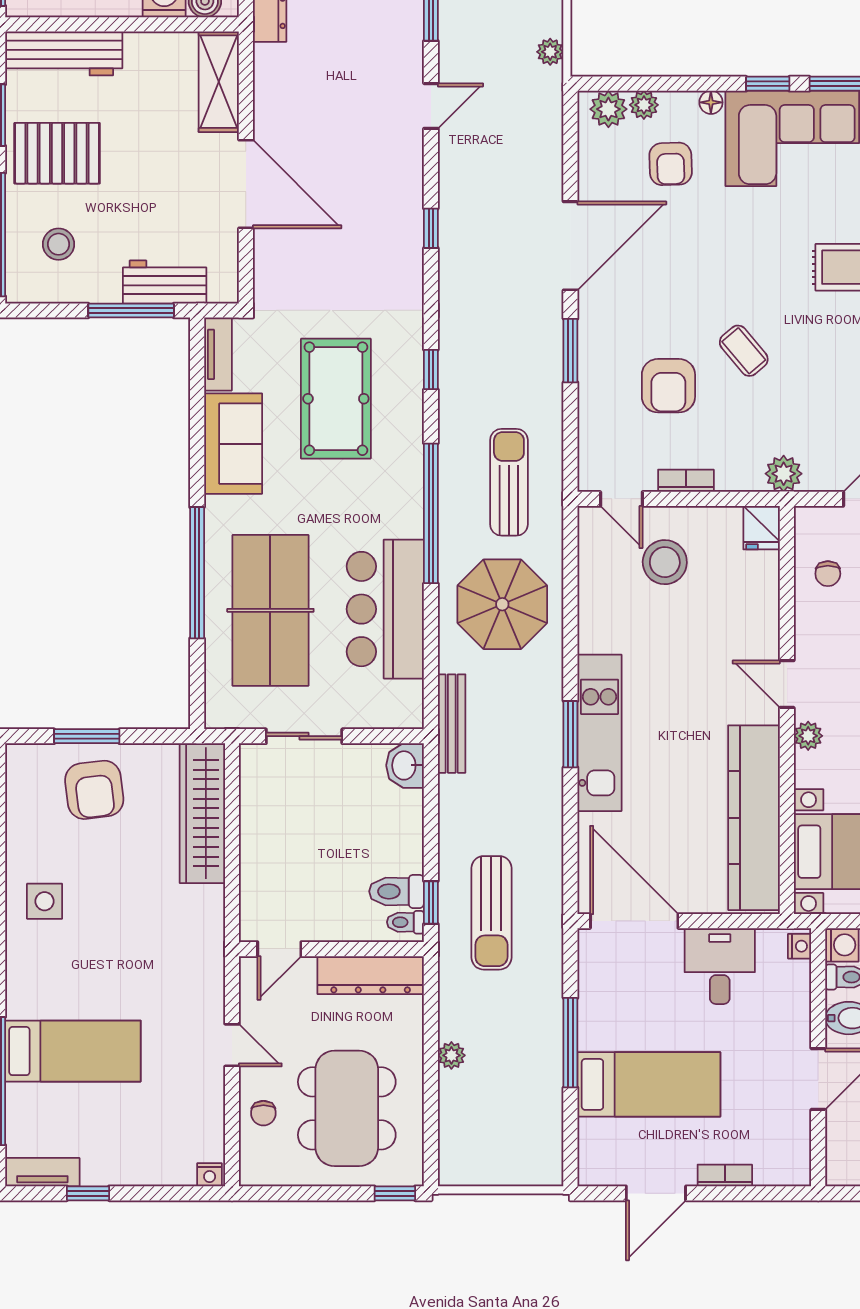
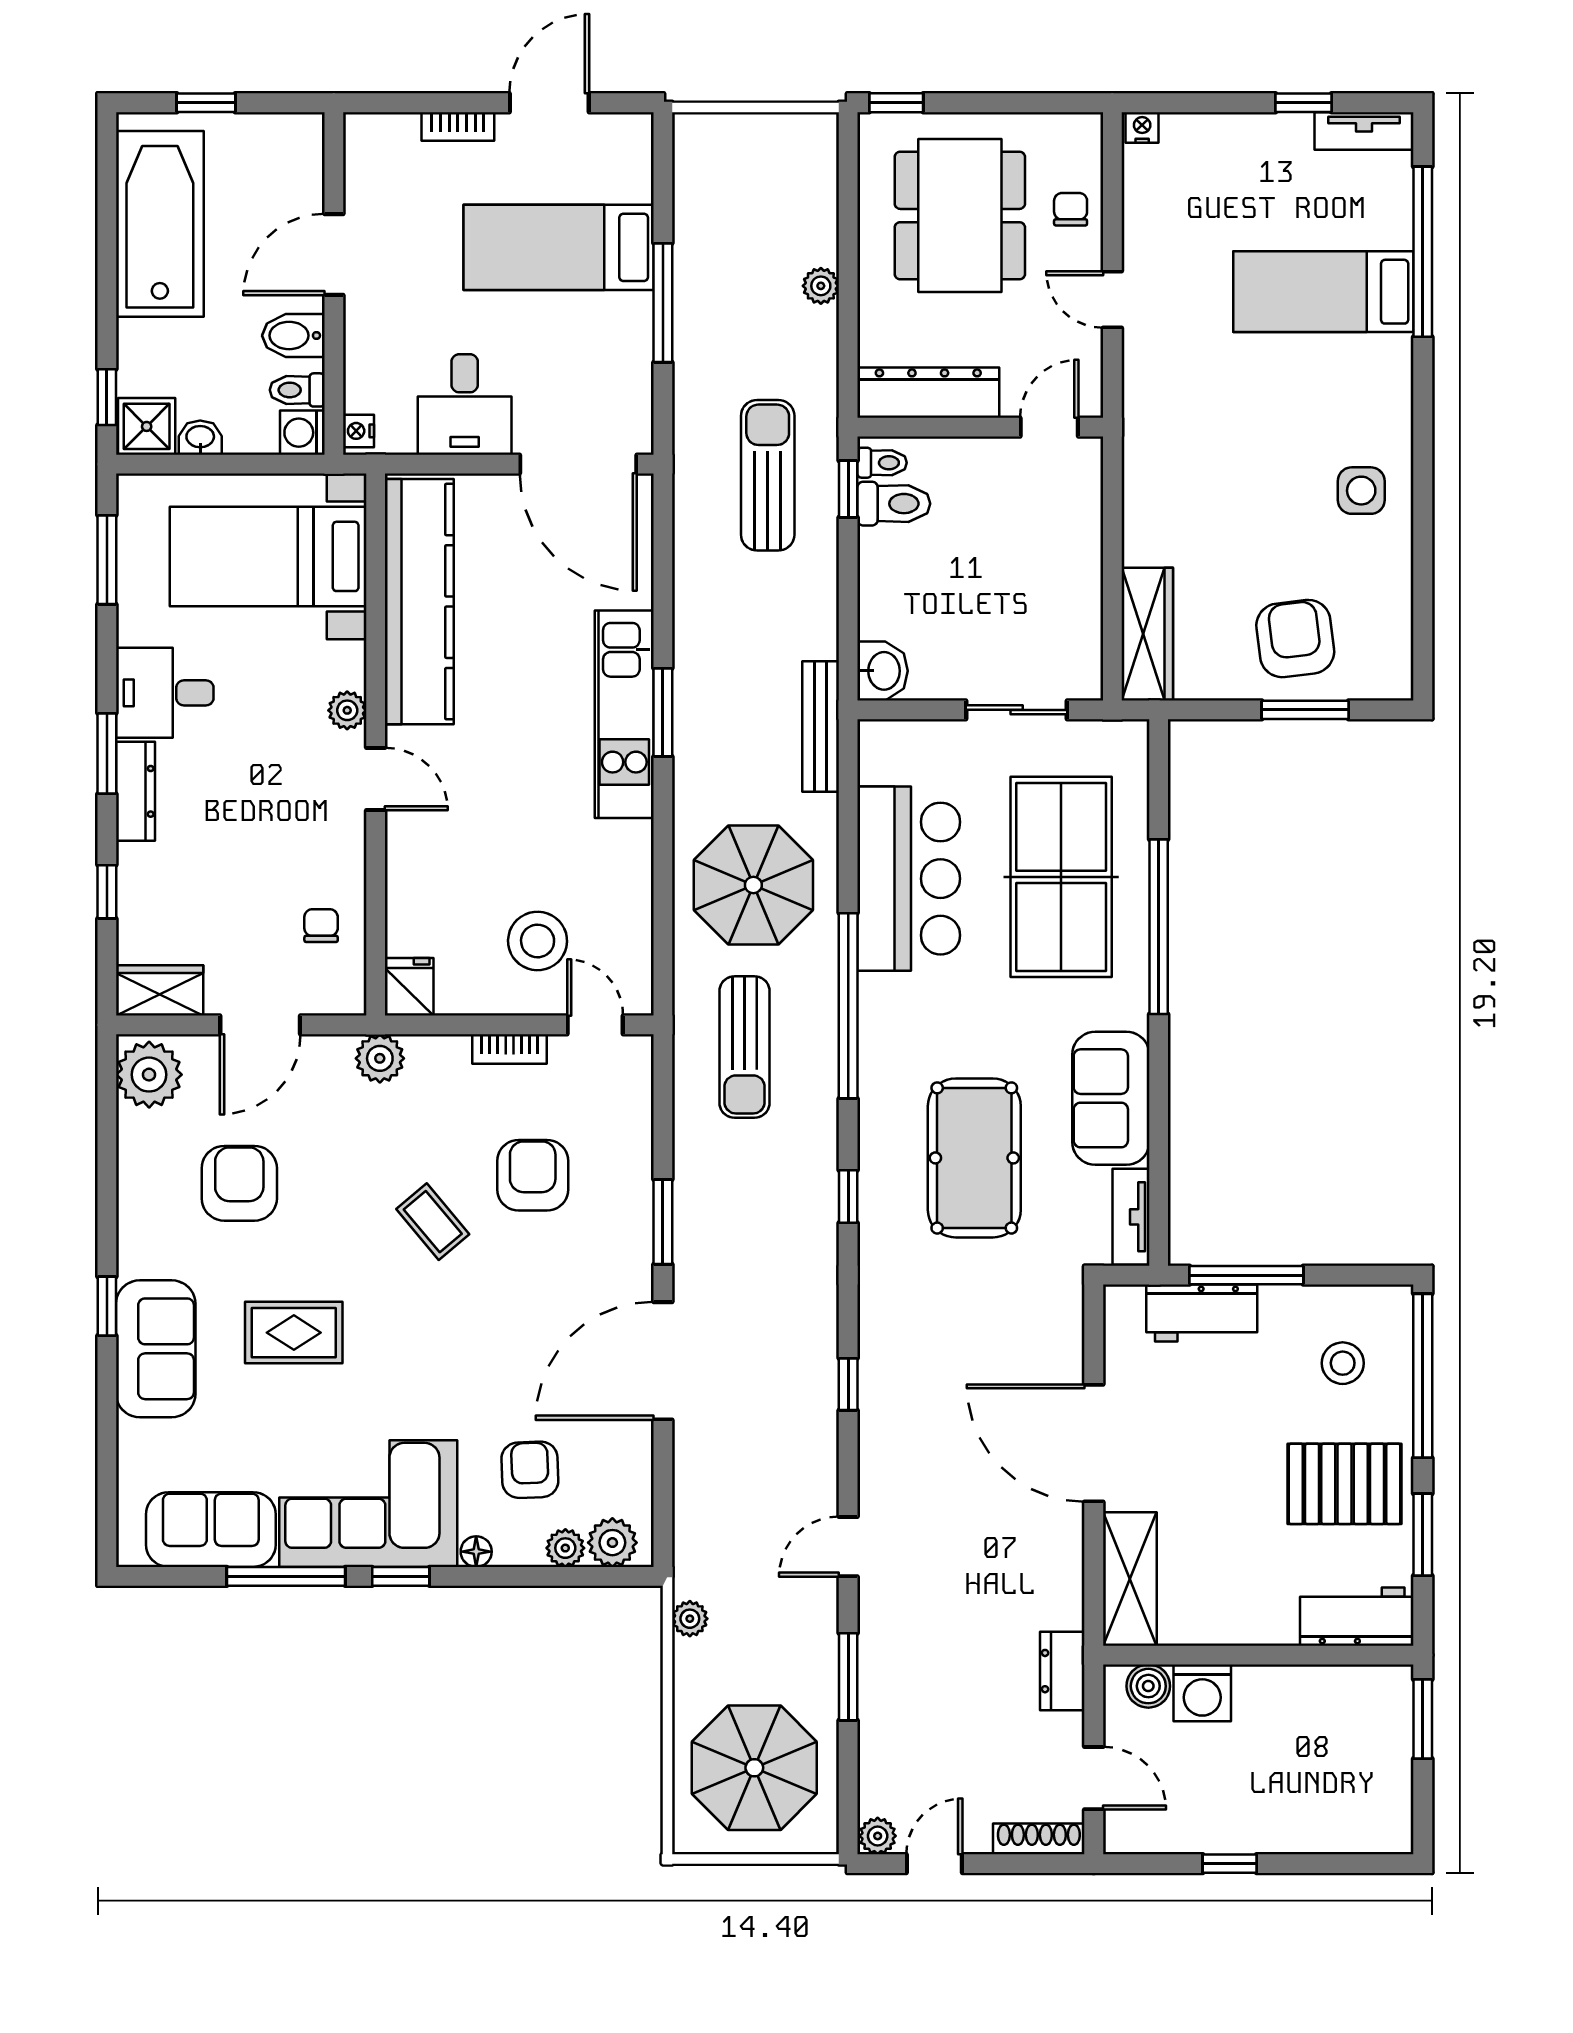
workbench: (64, 53) -> (1357, 1617), width x0.73
wardrobe: (202, 813) -> (1147, 634), width x0.71, depth x0.85

